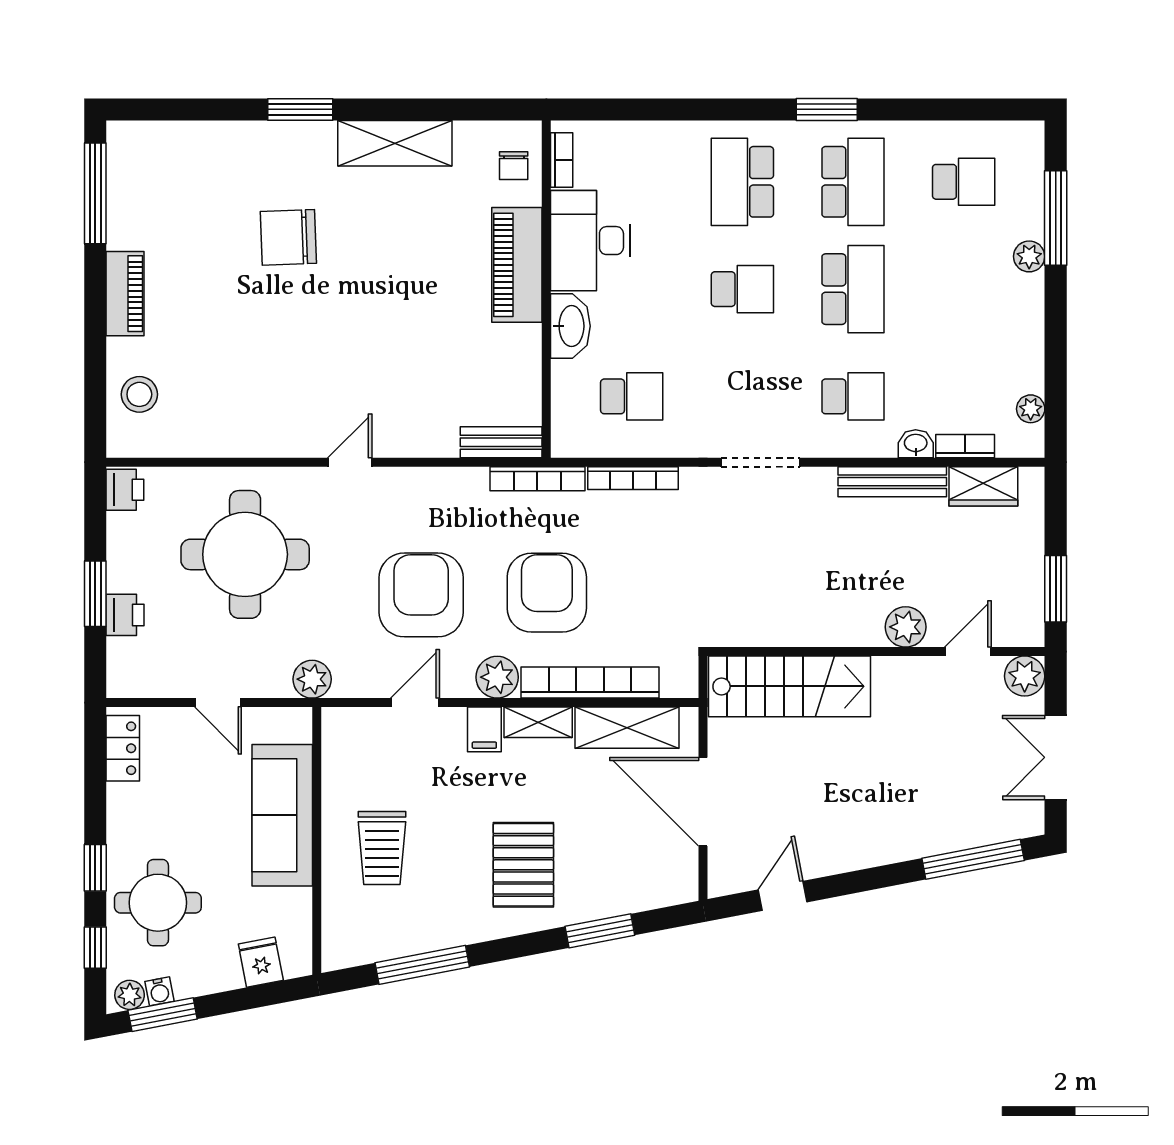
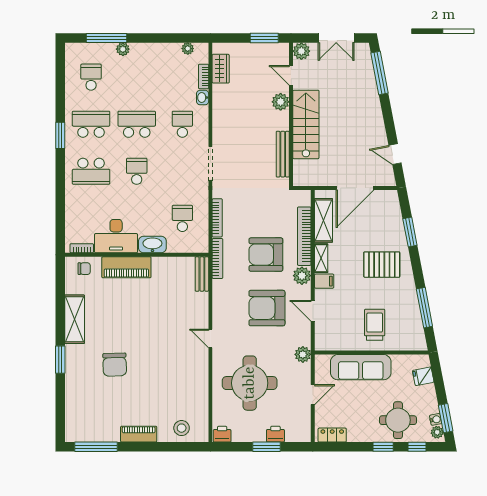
bench: (892, 482) -> (283, 154), moved
stairs: (789, 686) -> (306, 124), moved
trolley: (382, 848) -> (375, 325), turned -90

